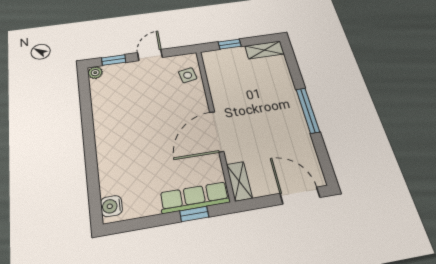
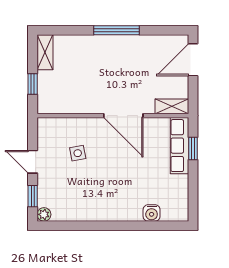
side table: (188, 75) -> (78, 153), moved
water cooler: (111, 206) -> (152, 213), moved

